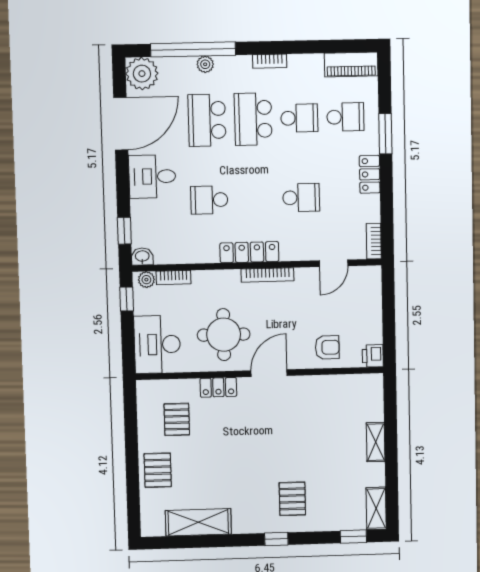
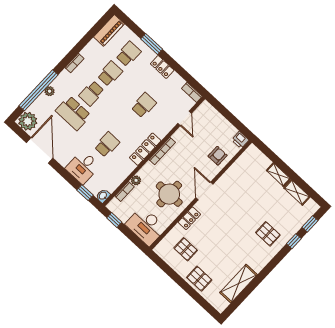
school desk: (253, 119) -> (92, 93), width x0.54
desk: (152, 176) -> (83, 167), moved
school desk: (209, 200) -> (107, 145), turned 180
plant: (146, 280) -> (136, 180), moved
shelving: (376, 508) -> (297, 192), moved
window: (276, 539) -> (294, 241), moved

